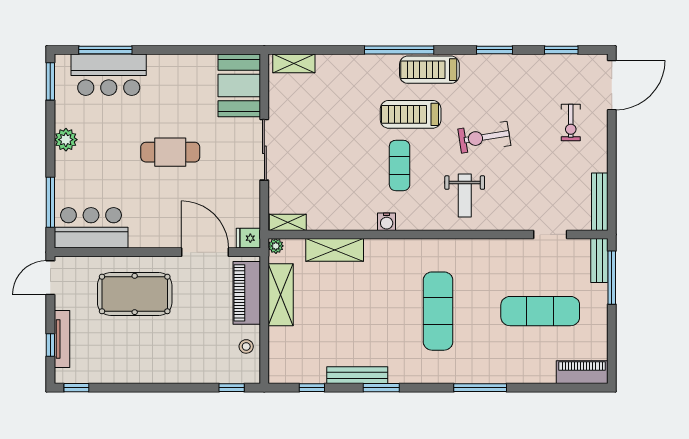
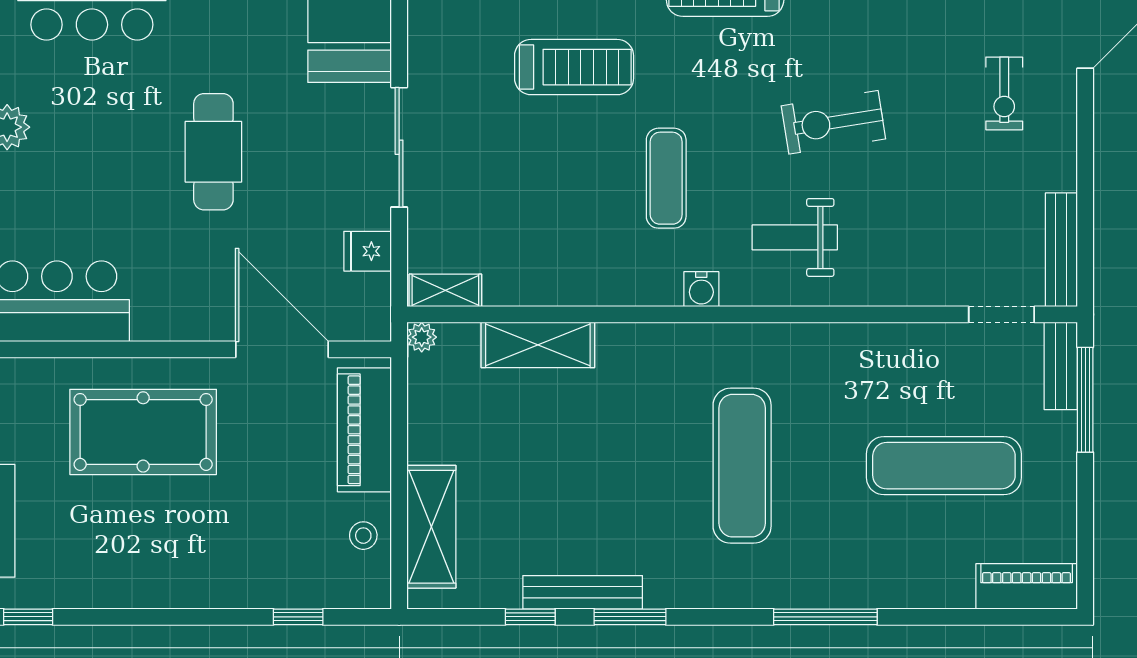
treadmill: (411, 114) -> (574, 67), moved, turned 180
cafe table: (170, 152) -> (213, 152), turned 90
weight bench: (465, 195) -> (795, 237), turned 90
water cooler: (387, 222) -> (701, 289), moved
doorway: (550, 234) -> (1002, 314), moved
fridge: (248, 238) -> (368, 251), moved
shelving: (281, 295) -> (431, 527), moved
window: (232, 388) -> (298, 617), moved
window: (312, 388) -> (530, 617), moved

